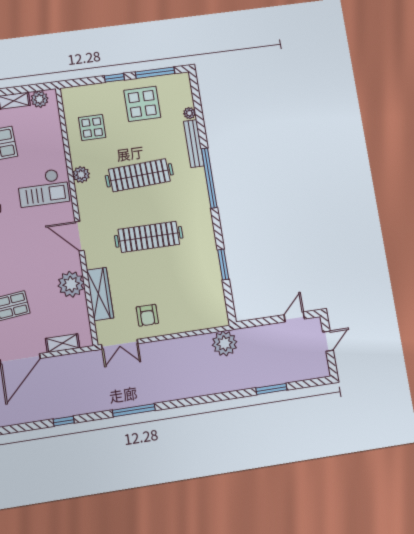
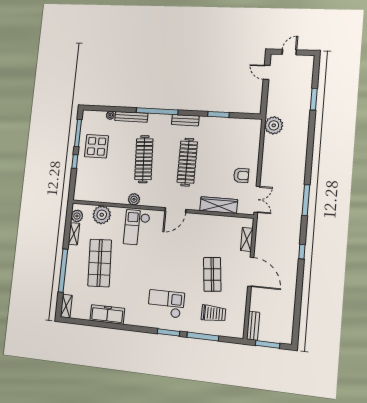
display table: (92, 127) -> (104, 184), removed
checkout: (43, 188) -> (137, 228), turned 180
bench: (205, 220) -> (185, 120), added
plant: (71, 284) -> (102, 215), moved
door: (328, 341) -> (289, 52), hinge flipped

